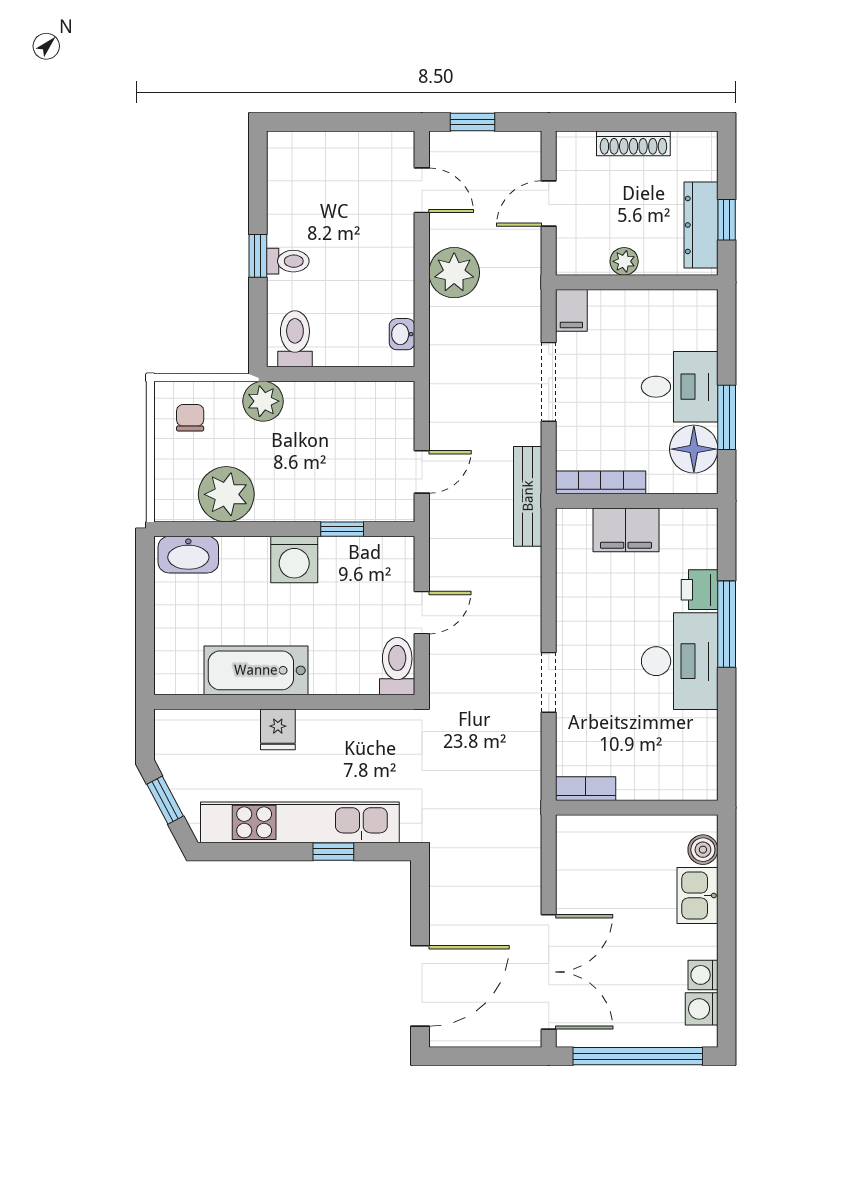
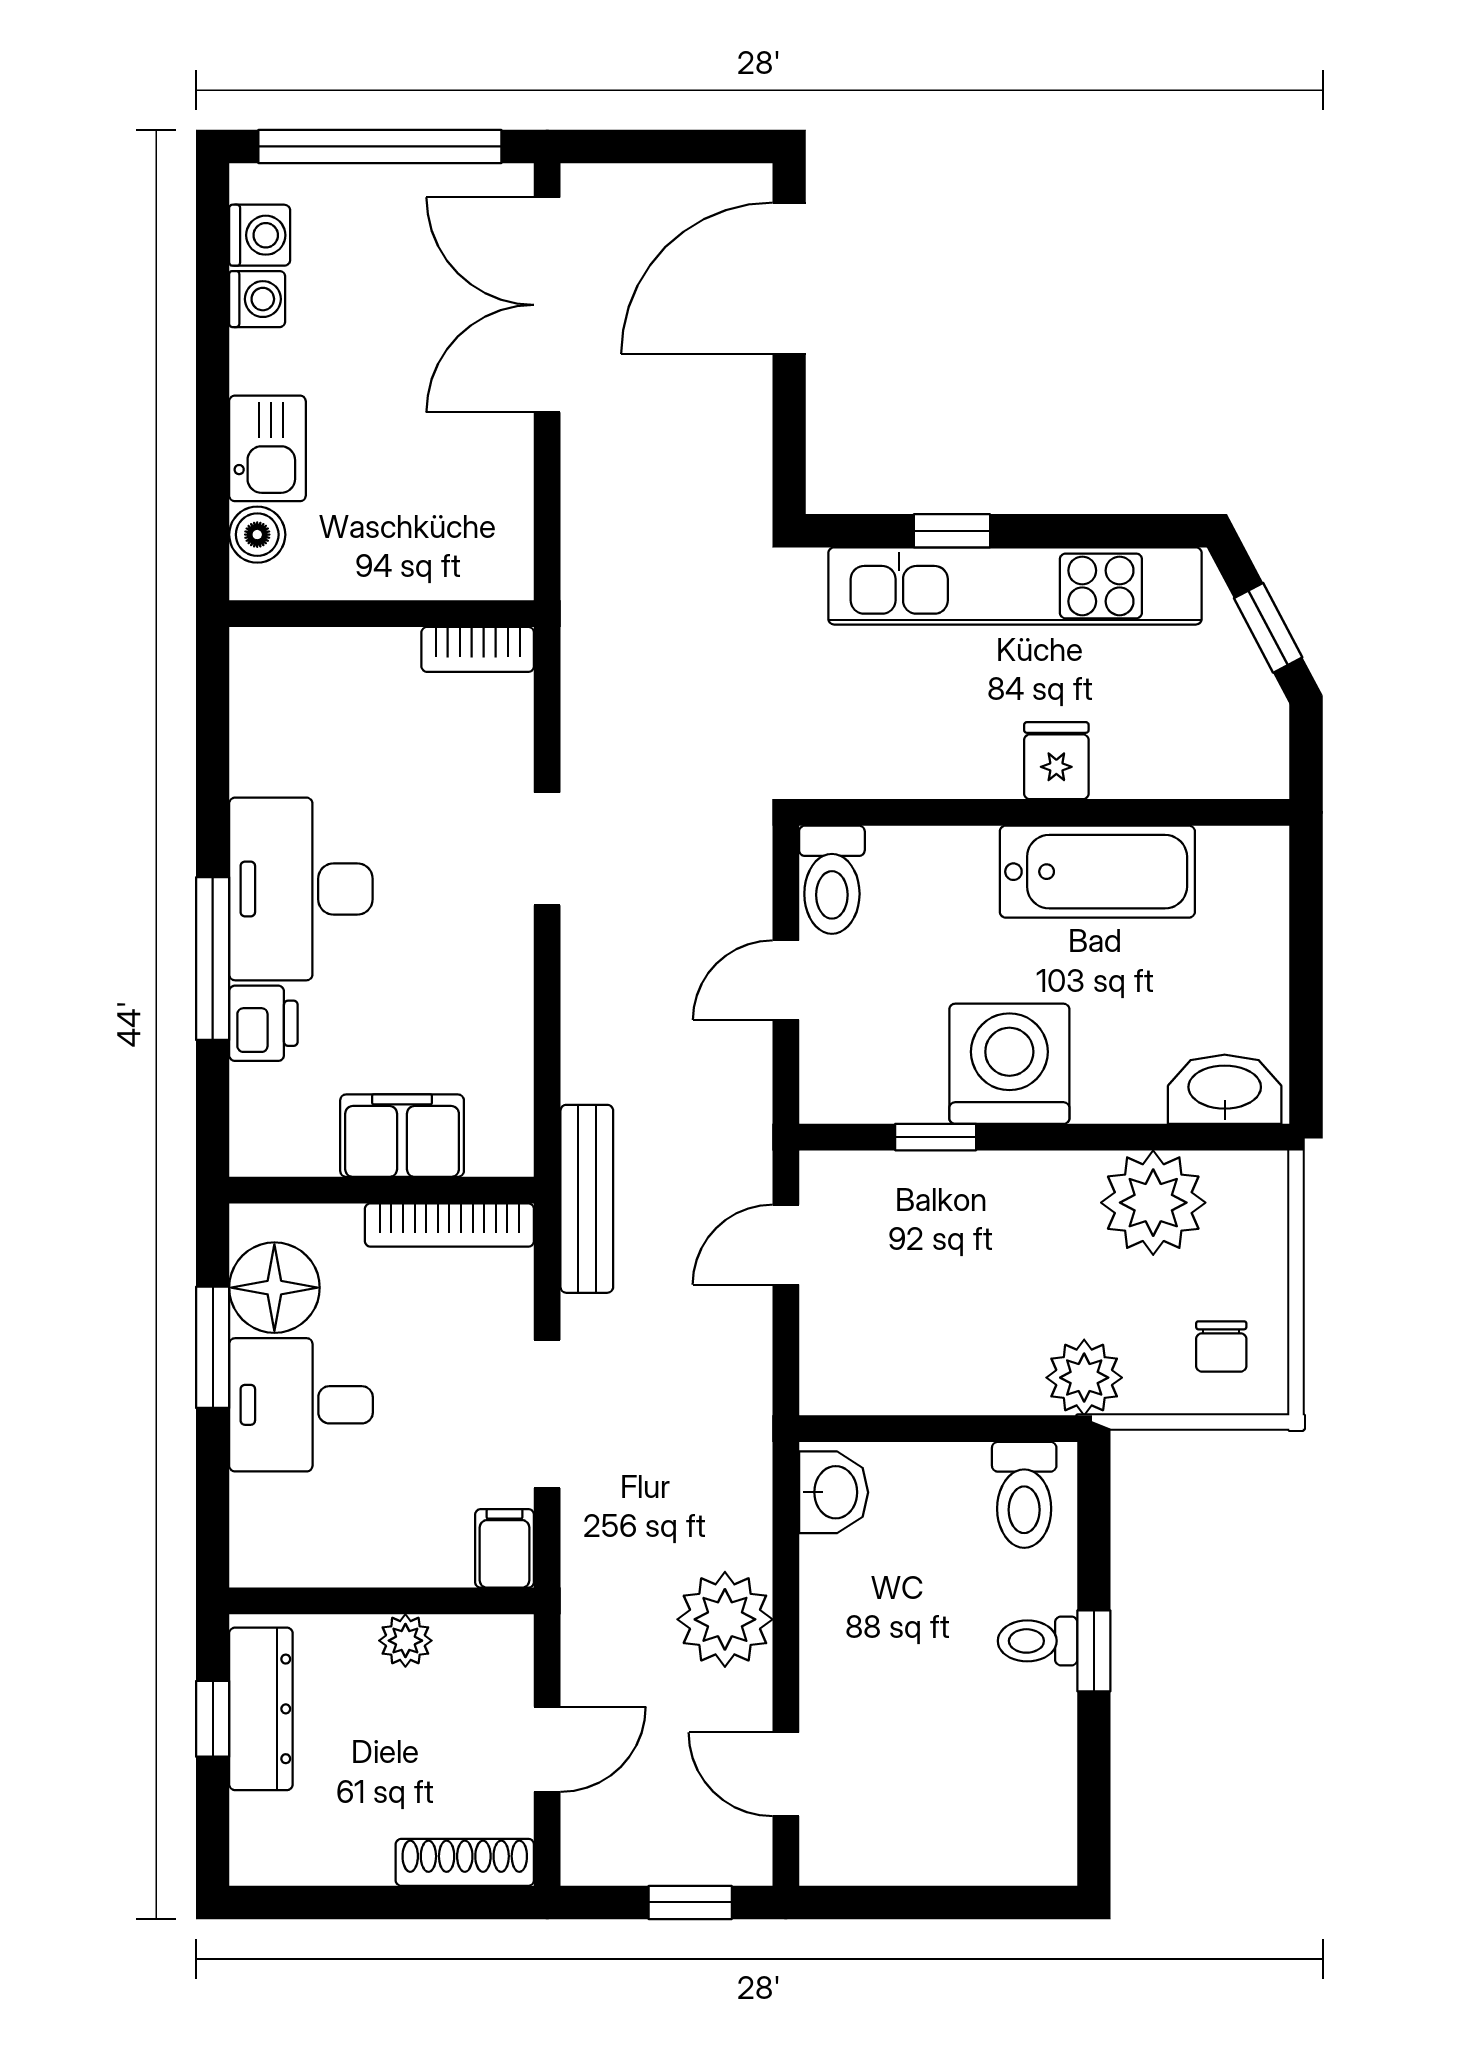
shoe rack: (633, 143) -> (465, 1862), moved
washbasin: (402, 334) -> (834, 1492), width x1.38, depth x1.45
washing machine: (294, 559) -> (1009, 1064), width x1.37, depth x1.37

